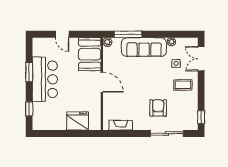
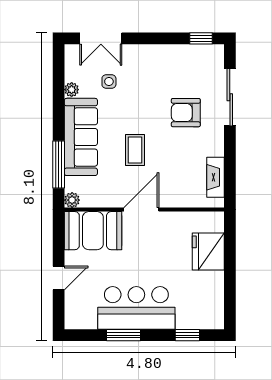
coffee table: (183, 85) -> (135, 150), moved

